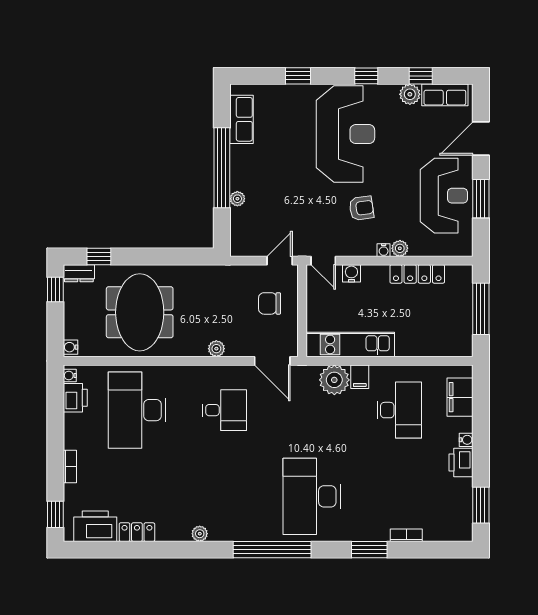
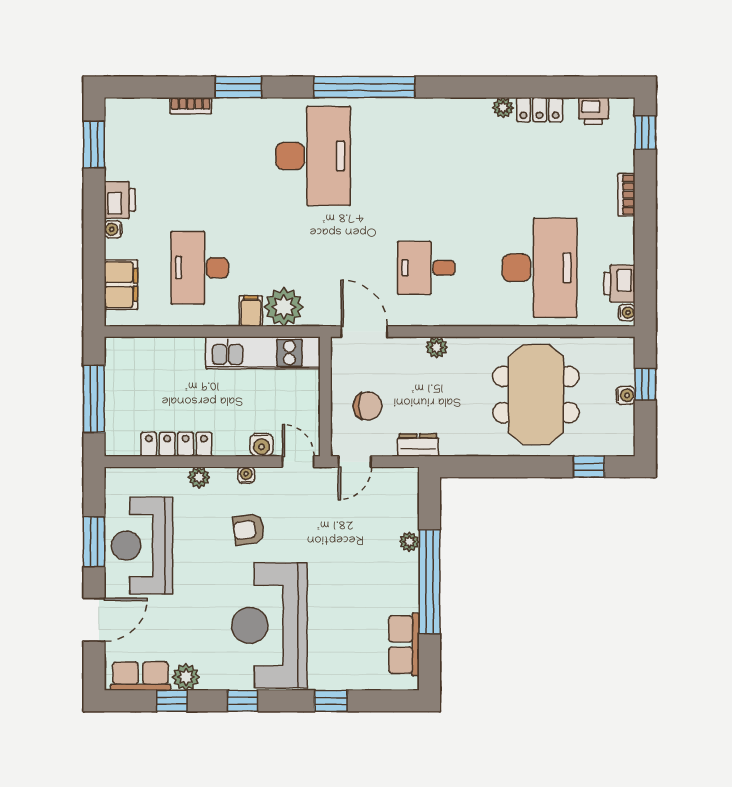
water cooler: (384, 250) -> (246, 475), moved
dresser: (79, 273) -> (418, 445), moved
window: (55, 289) -> (645, 384), moved
water cooler: (71, 347) -> (626, 395), moved
printer: (95, 526) -> (593, 111), width x0.53, depth x0.68
plant: (200, 534) -> (503, 108), moved

